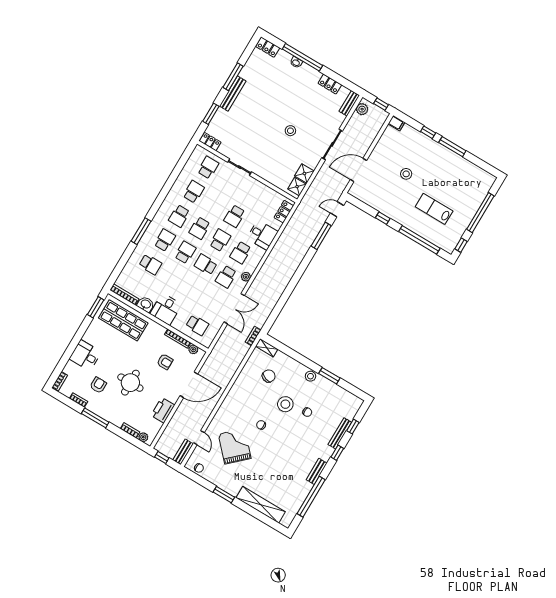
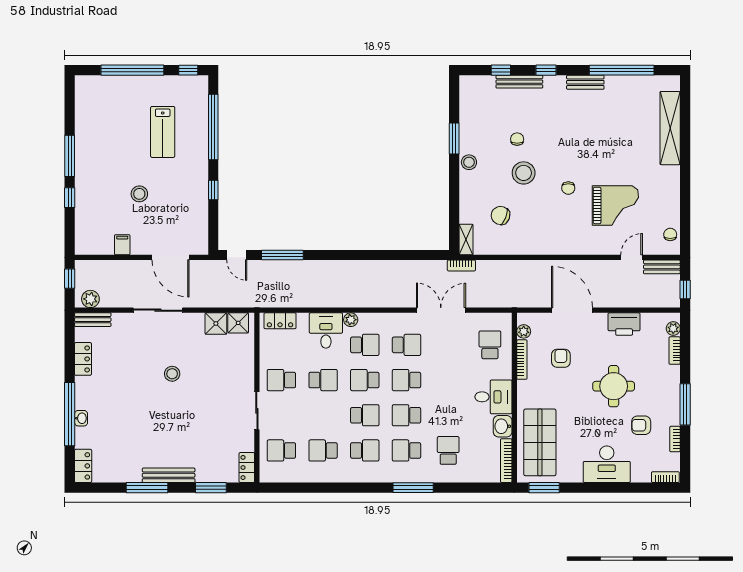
filing cabinet: (396, 123) -> (122, 245), moved
school desk: (249, 192) -> (281, 380), added
school desk: (206, 265) -> (406, 380), turned 90
plant: (246, 277) -> (351, 320), moved
desk: (85, 355) -> (607, 464), width x1.37
grand piano: (235, 446) -> (615, 205), turned -137
window: (224, 495) -> (685, 183), removed

